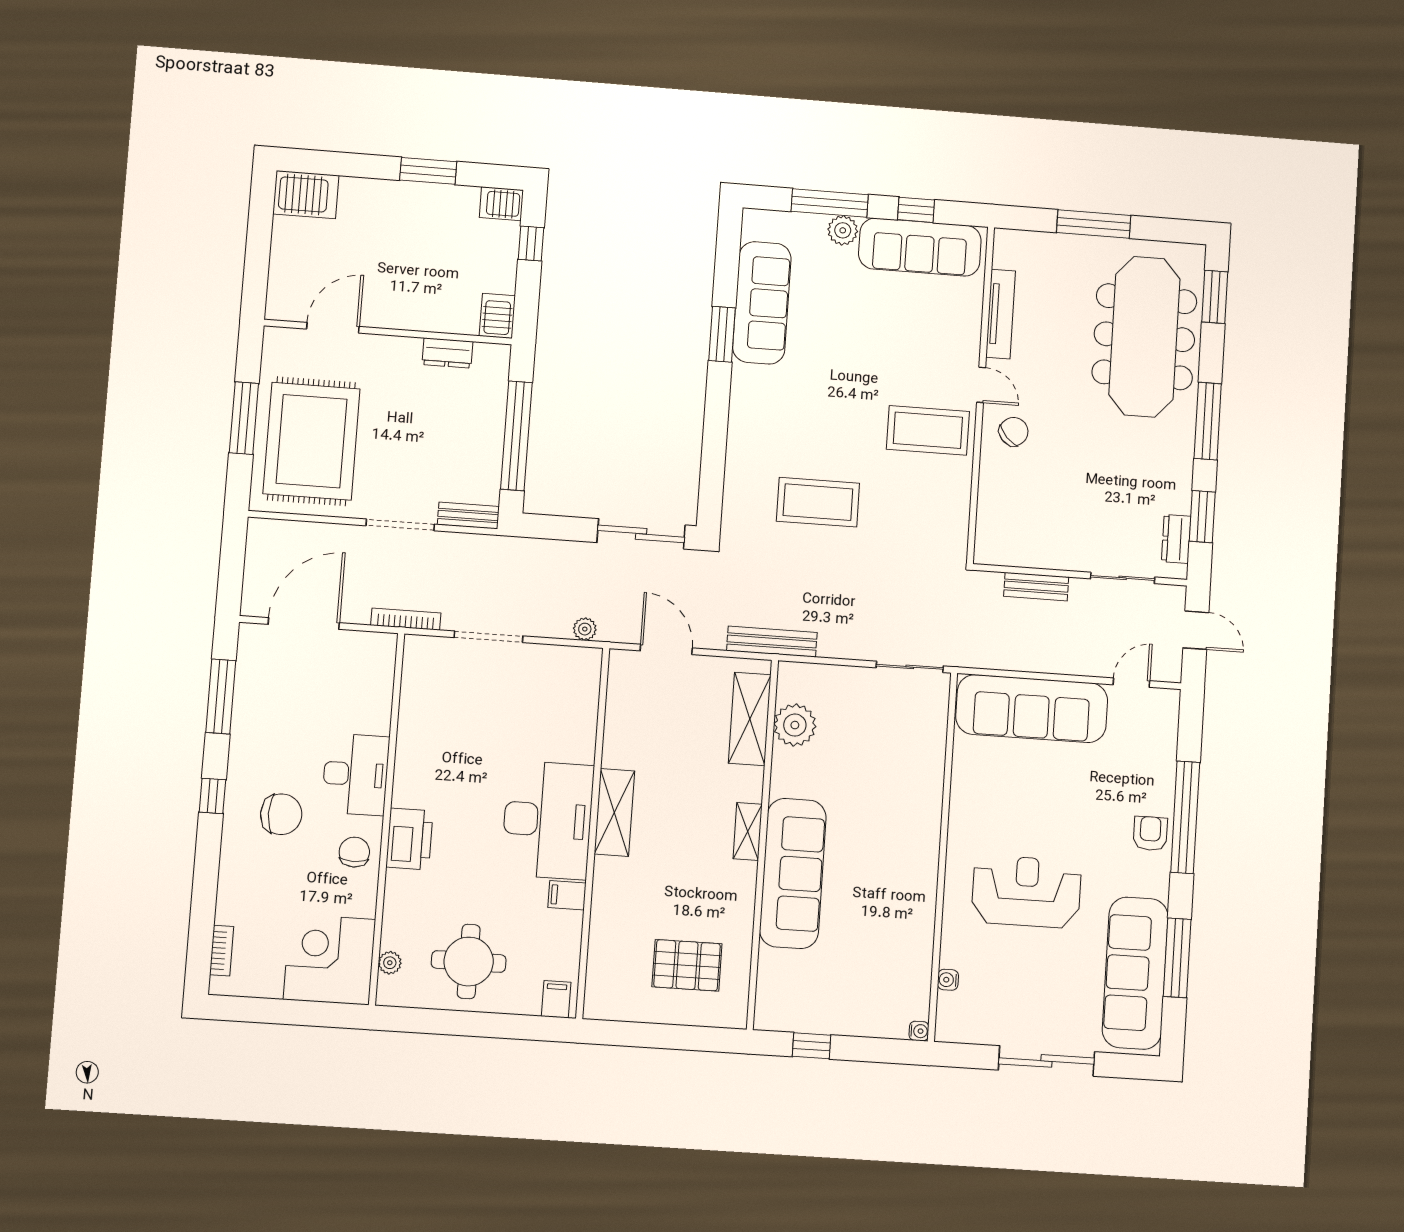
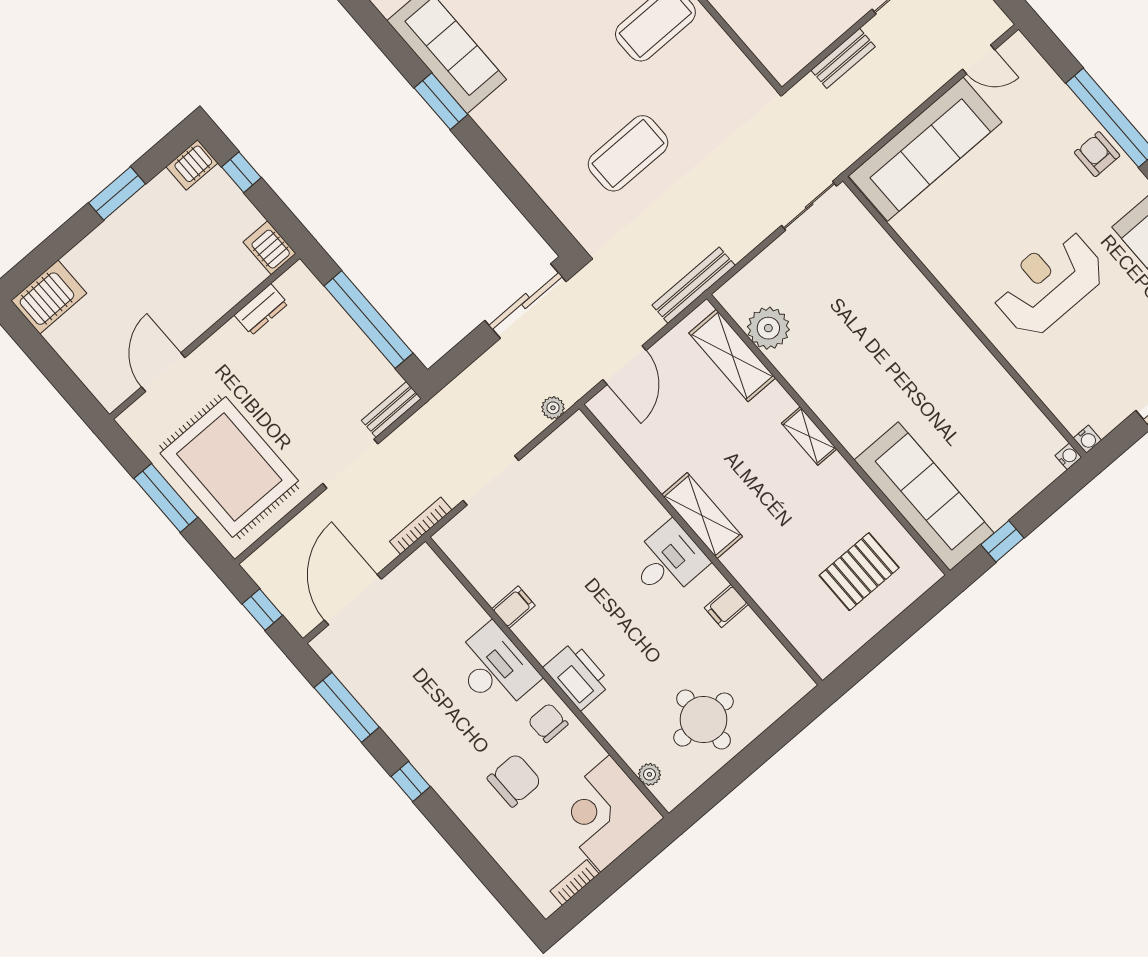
window: (232, 566) -> (262, 610), added
door: (666, 649) -> (625, 365), swing flipped
door: (1131, 683) -> (979, 59), swing flipped
chair: (281, 814) -> (514, 780), moved
desk: (548, 820) -> (668, 561), width x0.53, depth x0.77
sofa: (793, 873) -> (924, 496), moved
bookcase: (222, 951) -> (575, 882), moved, turned -90
water cooler: (948, 980) -> (1087, 439), moved, turned -90
filing cabinet: (556, 999) -> (513, 607), moved, turned 90

